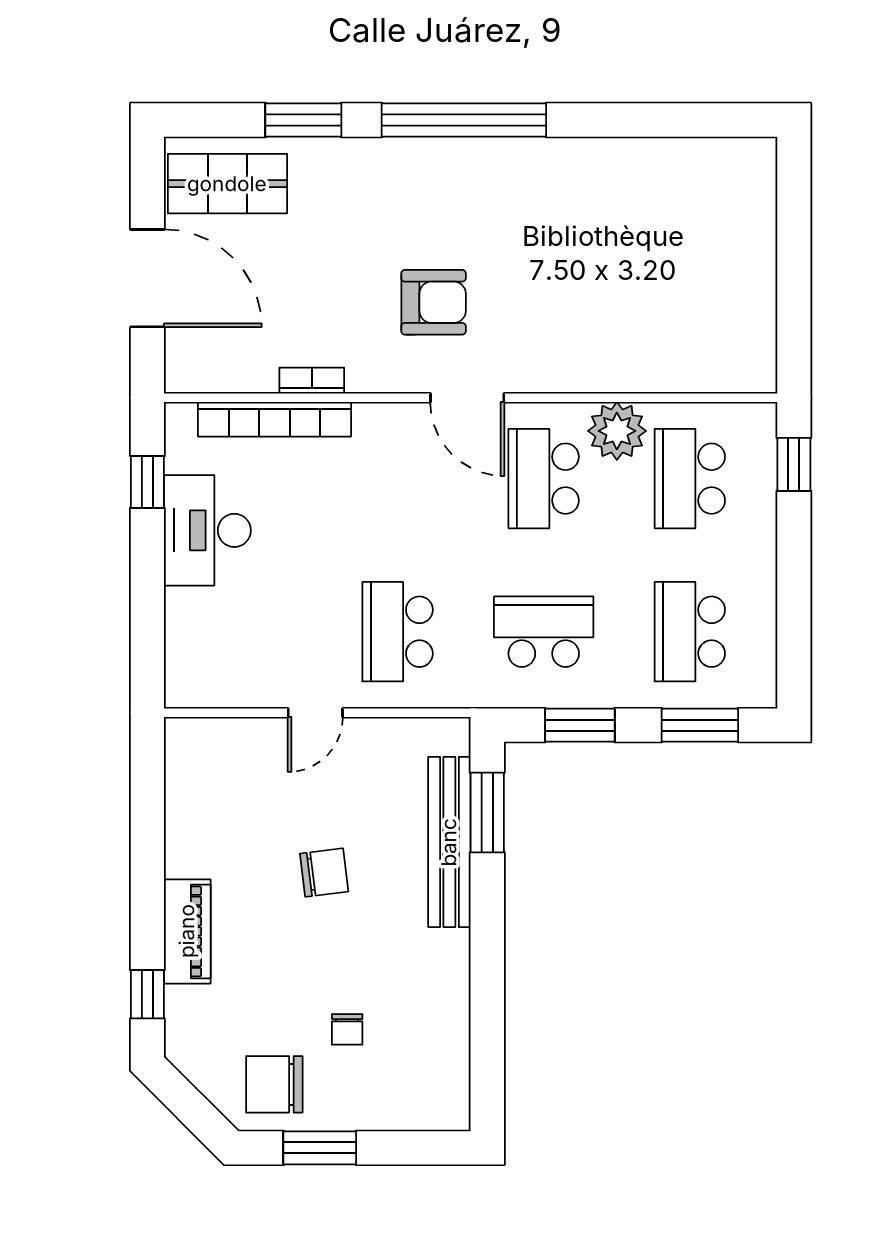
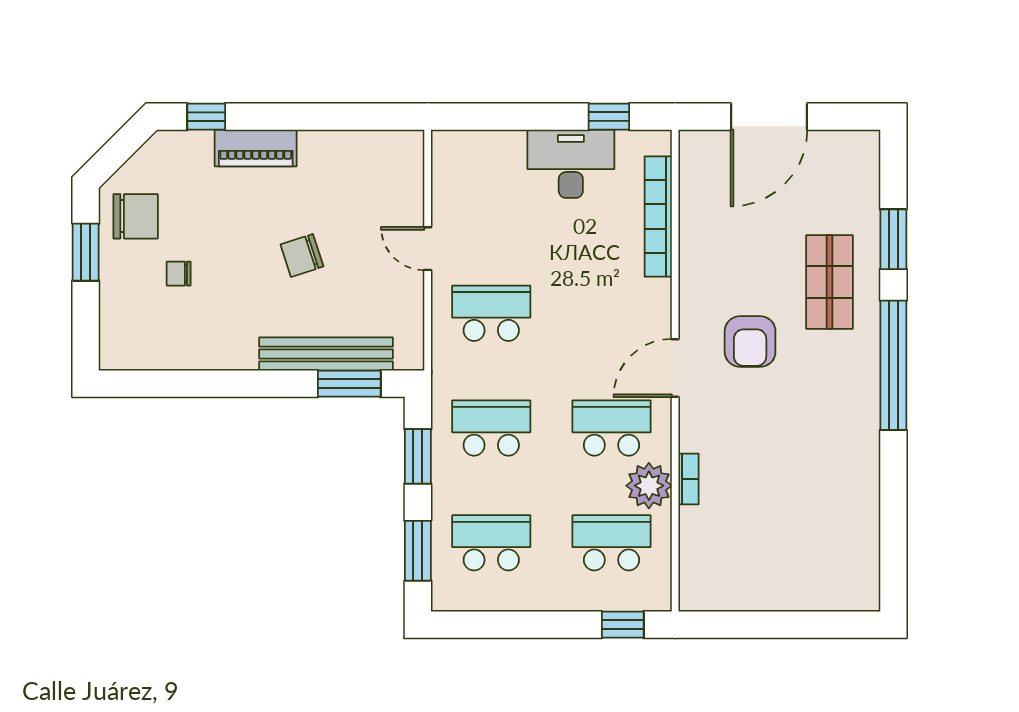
shop shelf: (227, 184) -> (830, 282), moved
bookcase: (312, 381) -> (689, 479), moved
school desk: (544, 632) -> (491, 428), turned -90
chair: (324, 873) -> (302, 255), turned 79
chair: (274, 1084) -> (136, 216), turned 90

